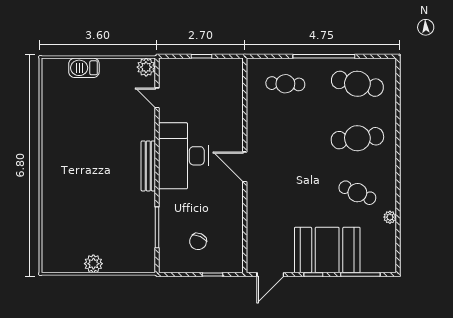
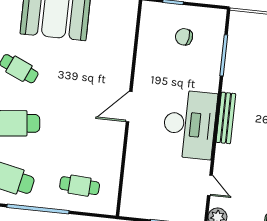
door: (245, 167) -> (129, 107), swing flipped
chair: (198, 241) -> (184, 37), turned -106

